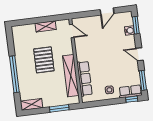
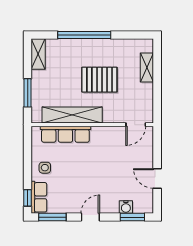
shelving: (46, 26) -> (147, 68), moved

